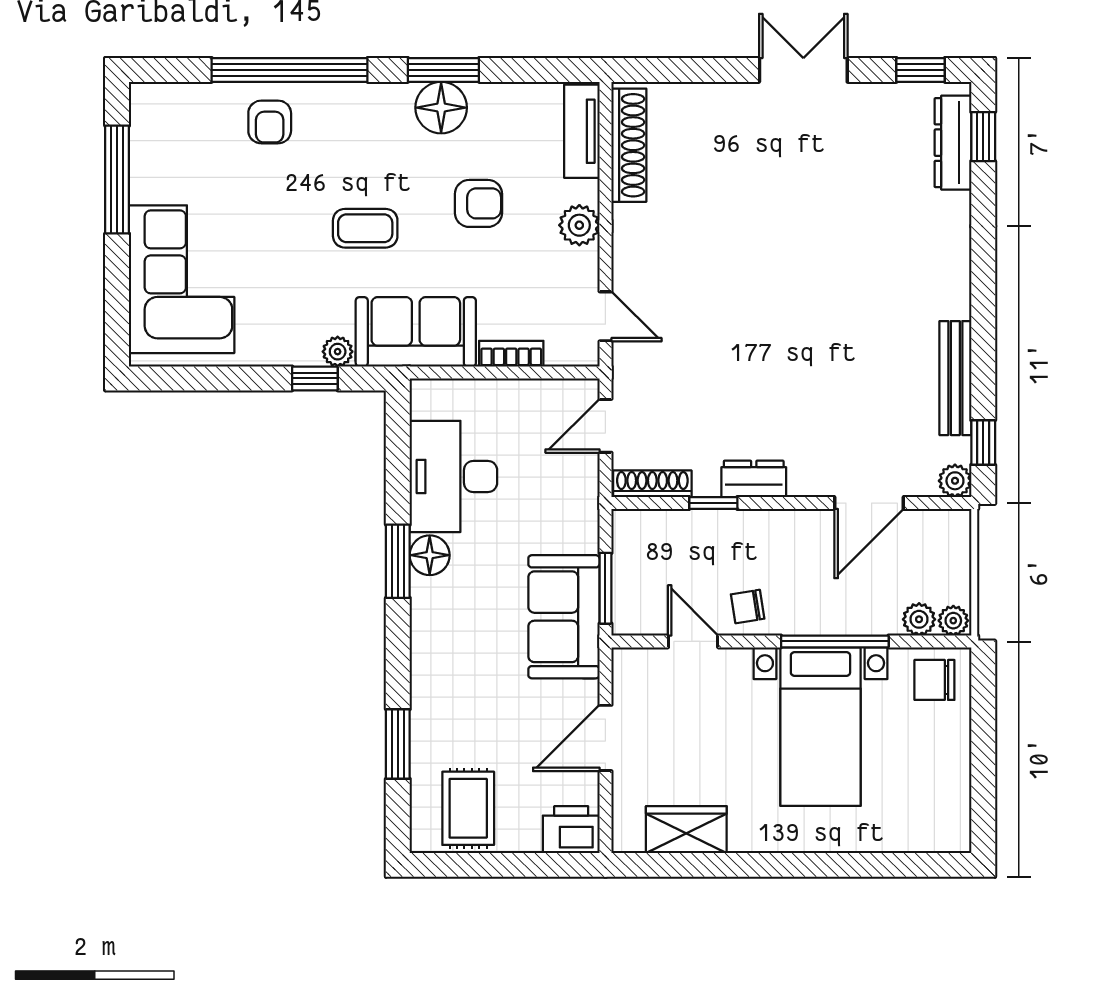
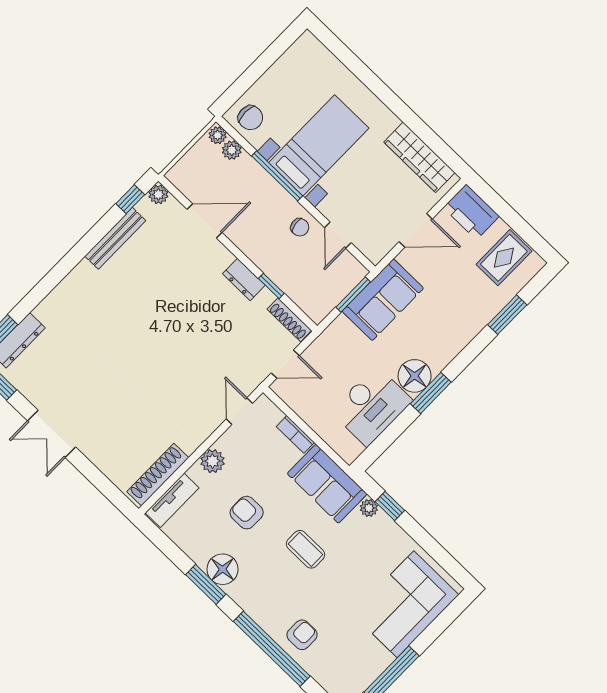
floor lamp: (430, 555) -> (415, 376), width x1.38, depth x1.38
printer: (571, 830) -> (471, 212), width x1.37, depth x1.19
wardrobe: (686, 830) -> (419, 157), width x1.50

